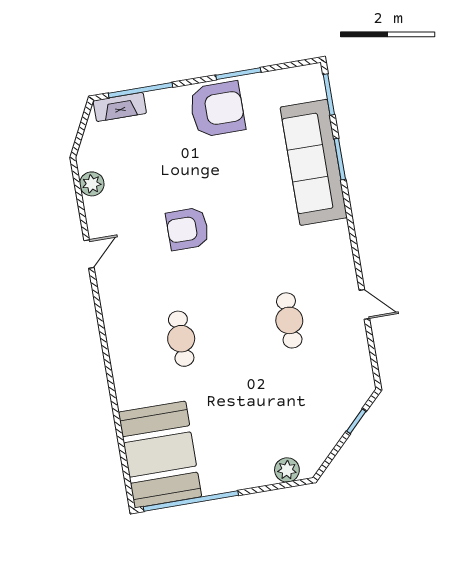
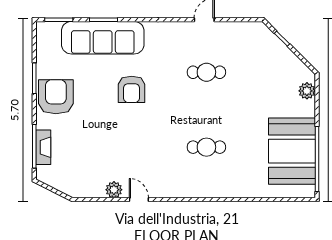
fireplace: (120, 107) -> (43, 147), moved
plant: (92, 184) -> (114, 190), moved
armchair: (187, 229) -> (132, 89), moved
booth: (160, 454) -> (292, 151), moved, turned 90

